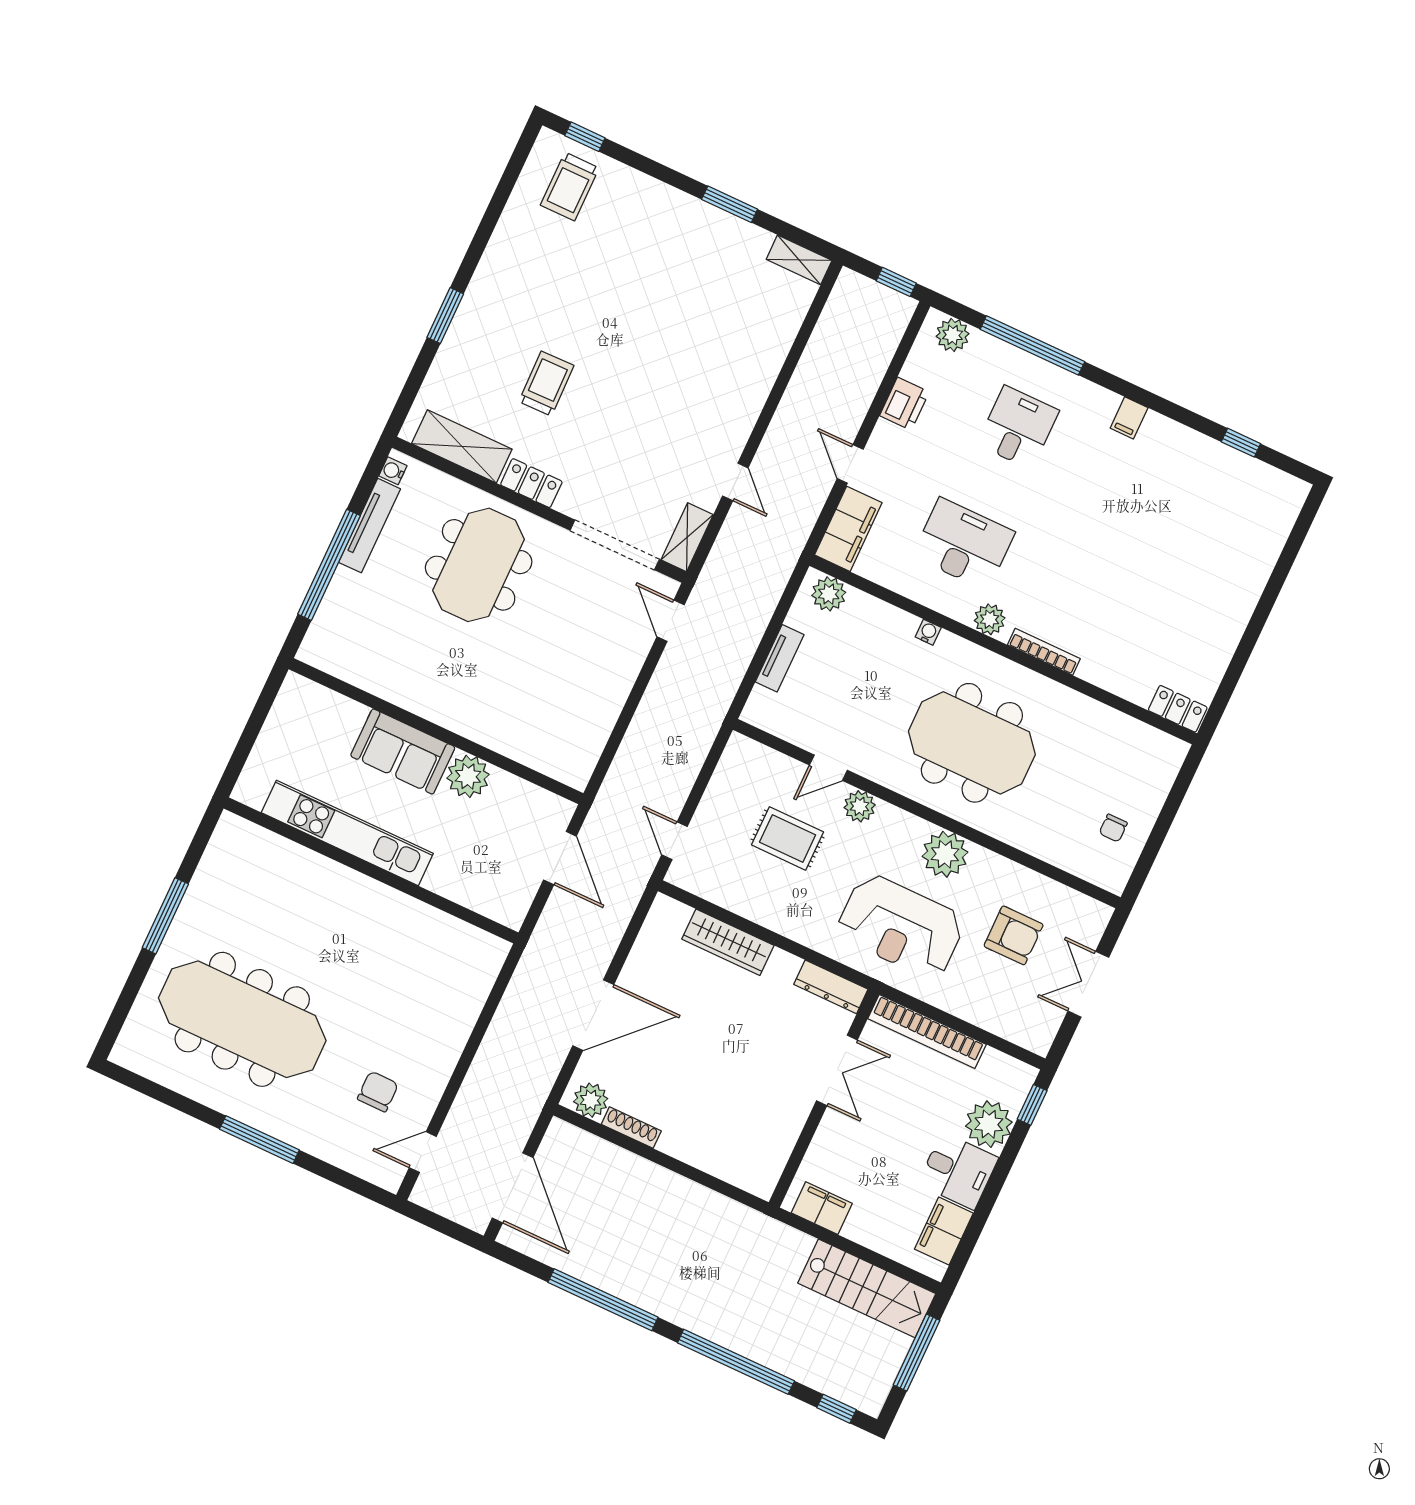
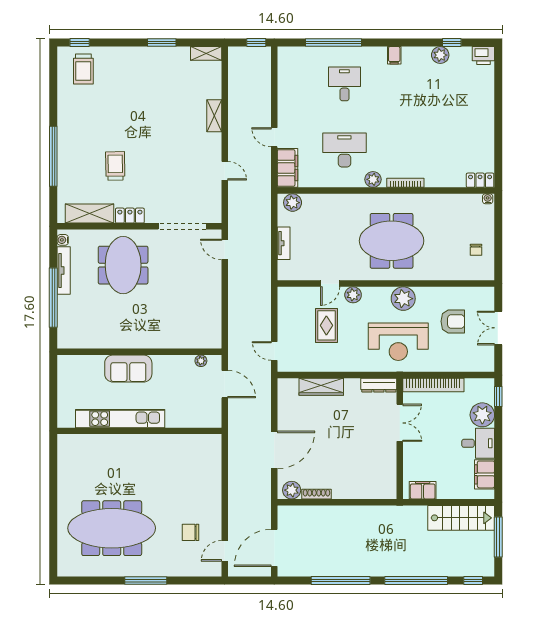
window: (445, 316) -> (53, 156), width x2.11
plant: (953, 335) -> (440, 55), moved
printer: (904, 404) -> (483, 56), moved, turned 90
shelving: (687, 537) -> (214, 116), moved
water cooler: (928, 632) -> (488, 199), moved
plant: (468, 776) -> (201, 361), moved, width x0.53, depth x0.53
rug: (788, 838) -> (326, 325), turned 90
window: (165, 916) -> (53, 497), removed
chair: (378, 1091) -> (191, 532), turned -90
door: (513, 1188) -> (274, 548), swing flipped

